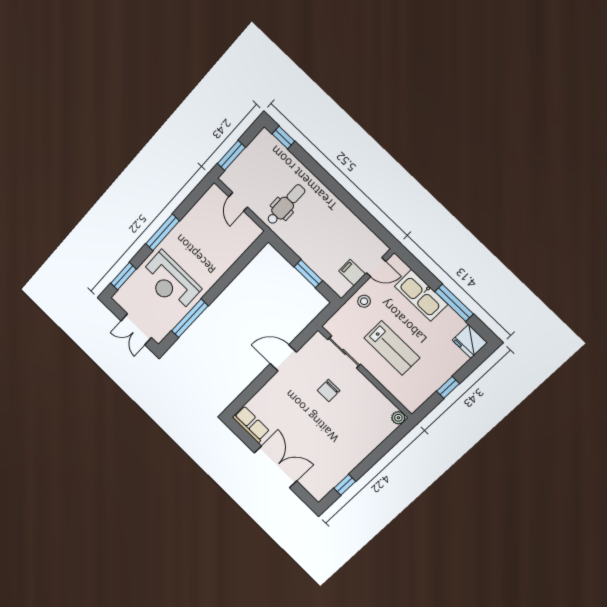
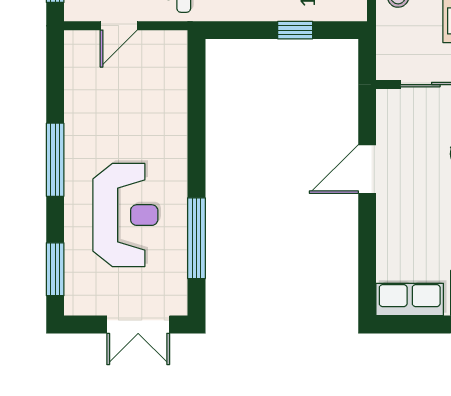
door: (238, 202) -> (119, 26), hinge flipped
window: (308, 274) -> (295, 30), width x0.67
reception desk: (170, 282) -> (125, 215), turned -90

